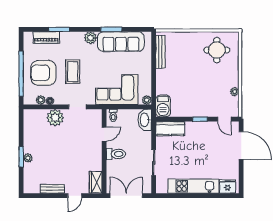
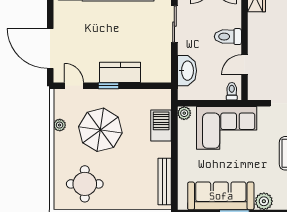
parasol: (206, 88) -> (100, 130), added
barbecue: (163, 106) -> (161, 126), moved
washbasin: (145, 120) -> (187, 71), moved
kitchen counter: (170, 129) -> (120, 72), moved

